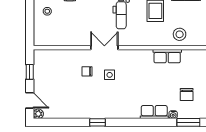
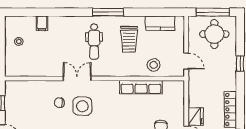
row of seats: (167, 56) -> (141, 87), width x1.48
side table: (110, 75) -> (82, 106), width x1.87, depth x1.87

